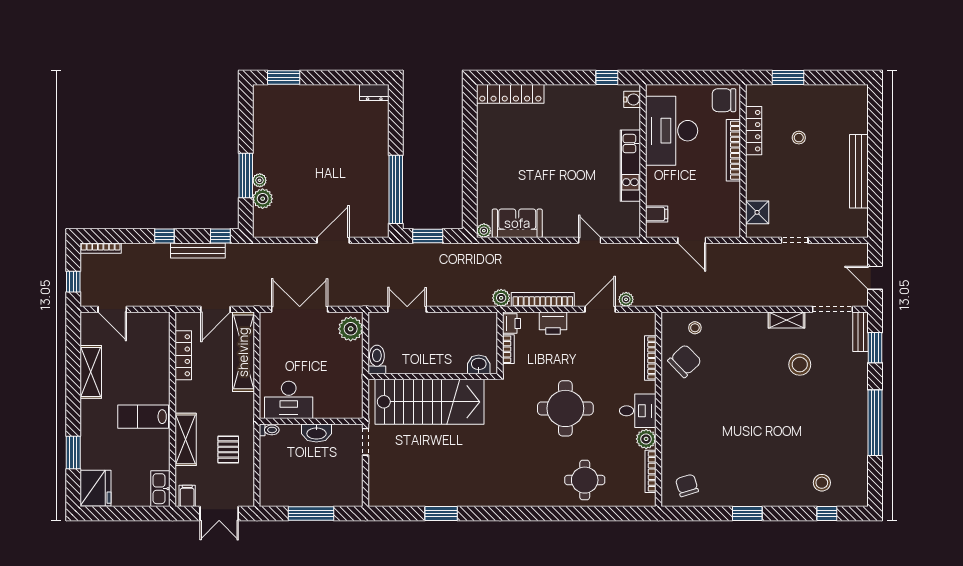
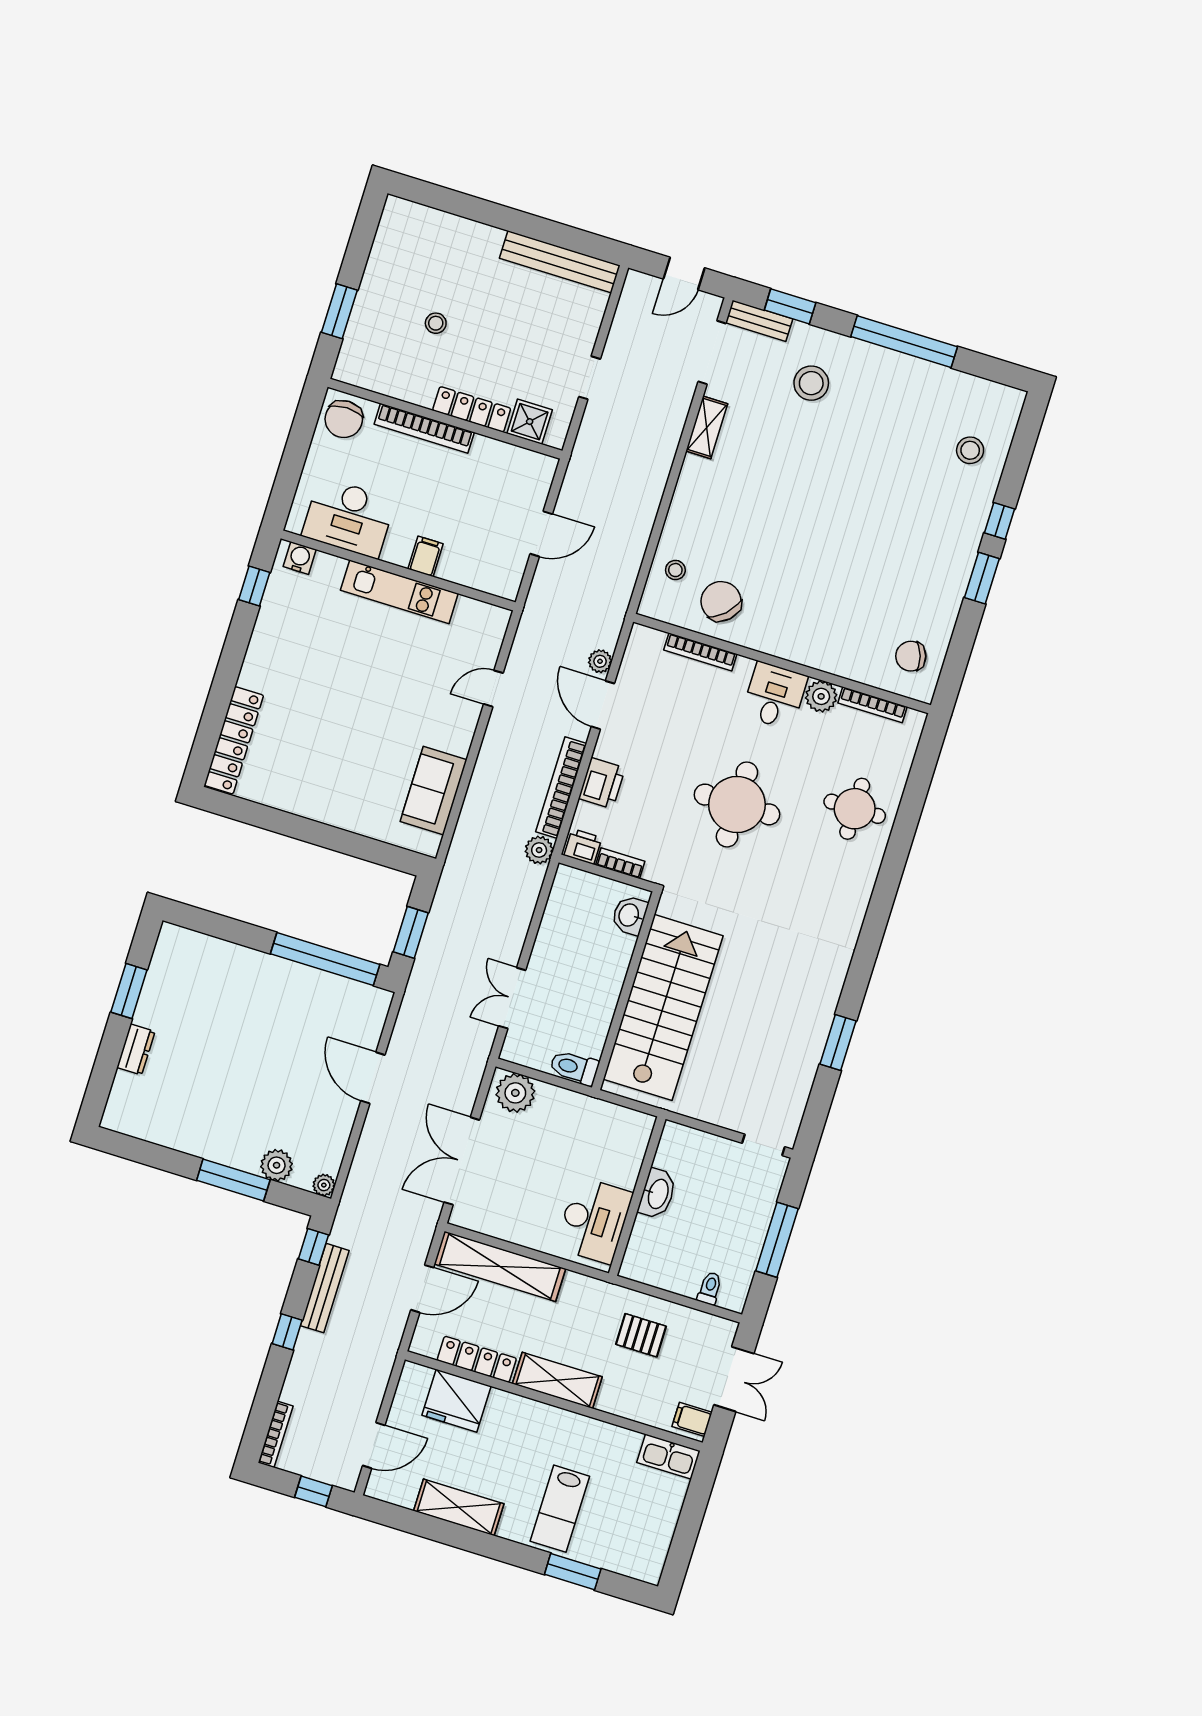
window: (284, 77) -> (129, 991), moved
dresser: (374, 92) -> (136, 1049), moved
desk: (672, 131) -> (349, 518), width x0.73, depth x0.77
locker: (754, 131) -> (472, 409), moved
bench: (859, 171) -> (560, 262), moved
plant: (260, 180) -> (324, 1185), moved
filing cabinet: (657, 214) -> (426, 556), moved
plant: (484, 231) -> (429, 845), removed
door: (216, 309) -> (422, 1289), hinge flipped
stool: (800, 365) -> (811, 383), moved
lab bench: (143, 417) -> (560, 1509), moved
toilet: (269, 430) -> (710, 1288), moved
shelving: (186, 439) -> (557, 1380), moved
doorway: (366, 442) -> (763, 1145), moved
fridge: (96, 488) -> (457, 1401), moved, turned 180
window: (827, 514) -> (1000, 521), moved

